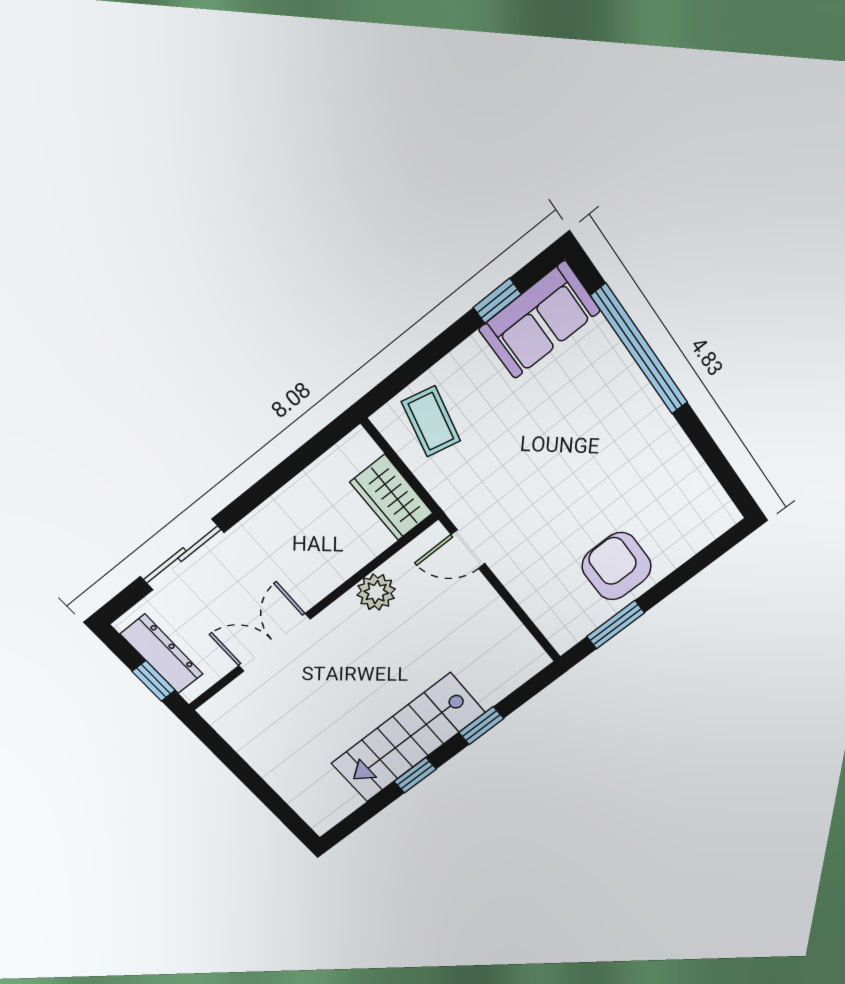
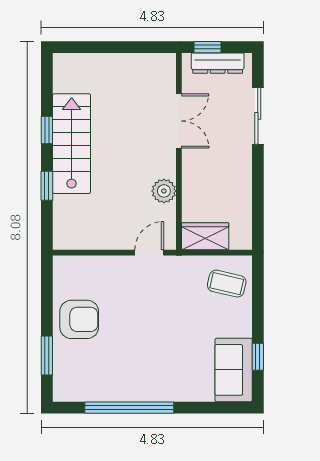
window: (640, 350) -> (129, 408), moved
window: (616, 625) -> (47, 356), moved

